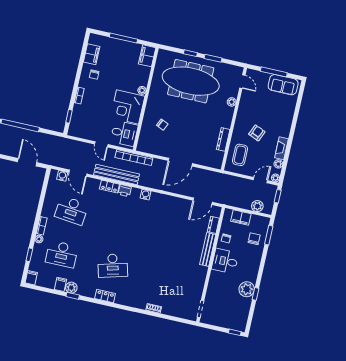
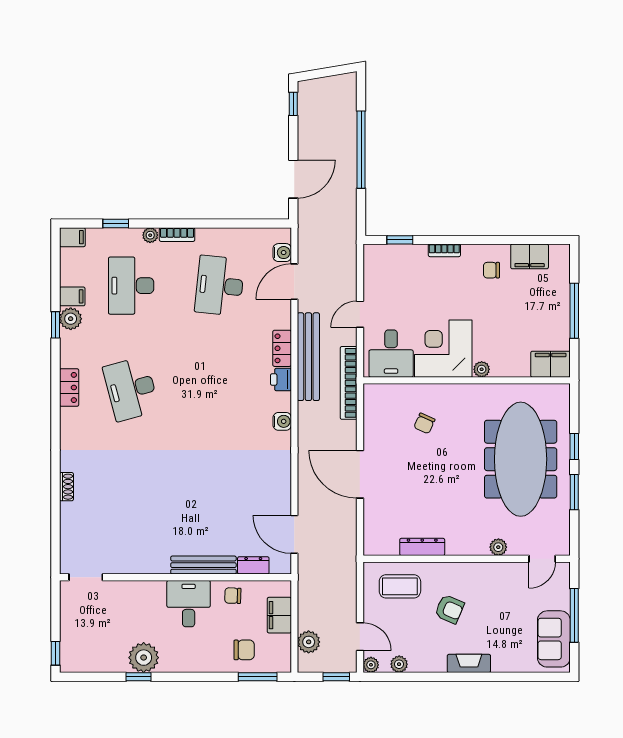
fireplace: (282, 148) -> (469, 663), moved

